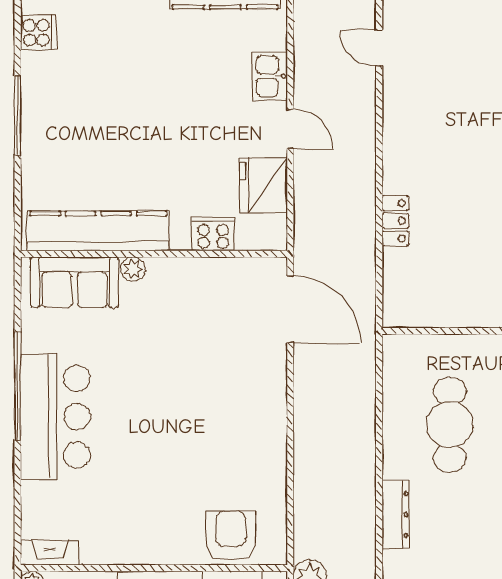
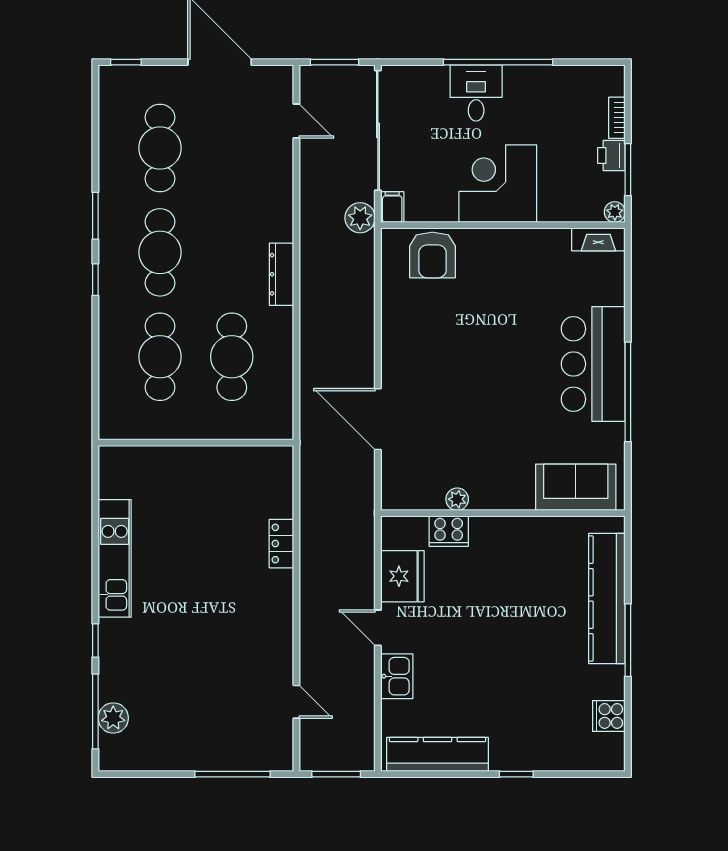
kitchen counter: (98, 231) -> (607, 598), moved, turned 90
plant: (133, 269) -> (457, 499), moved
door: (290, 309) -> (378, 419), moved

